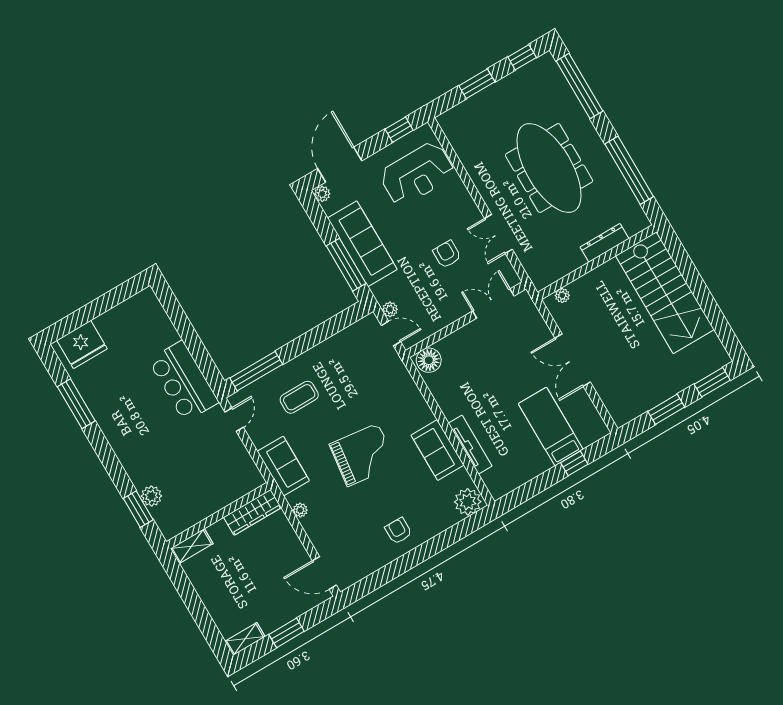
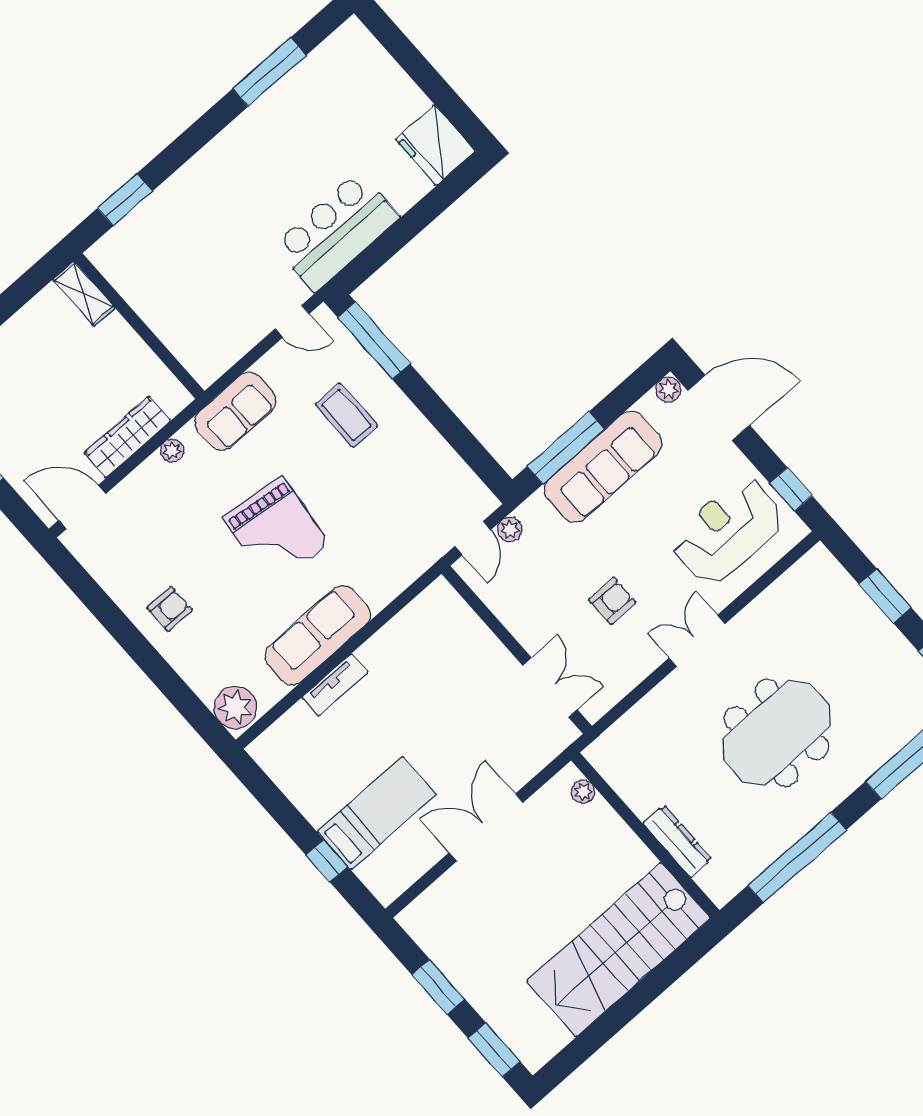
meeting table: (549, 168) -> (776, 733), width x0.73
reception desk: (417, 174) -> (728, 531), turned 90
double door: (498, 234) -> (697, 641), moved
fridge: (82, 344) -> (435, 145), moved
floor lamp: (429, 360) -> (443, 605), removed
tv unit: (470, 445) -> (335, 685), width x0.71
sofa: (437, 450) -> (318, 635), width x1.36
plant: (151, 496) -> (149, 216), removed
wardrobe: (252, 512) -> (127, 437), moved, turned 90
door: (324, 573) -> (82, 507), hinge flipped

